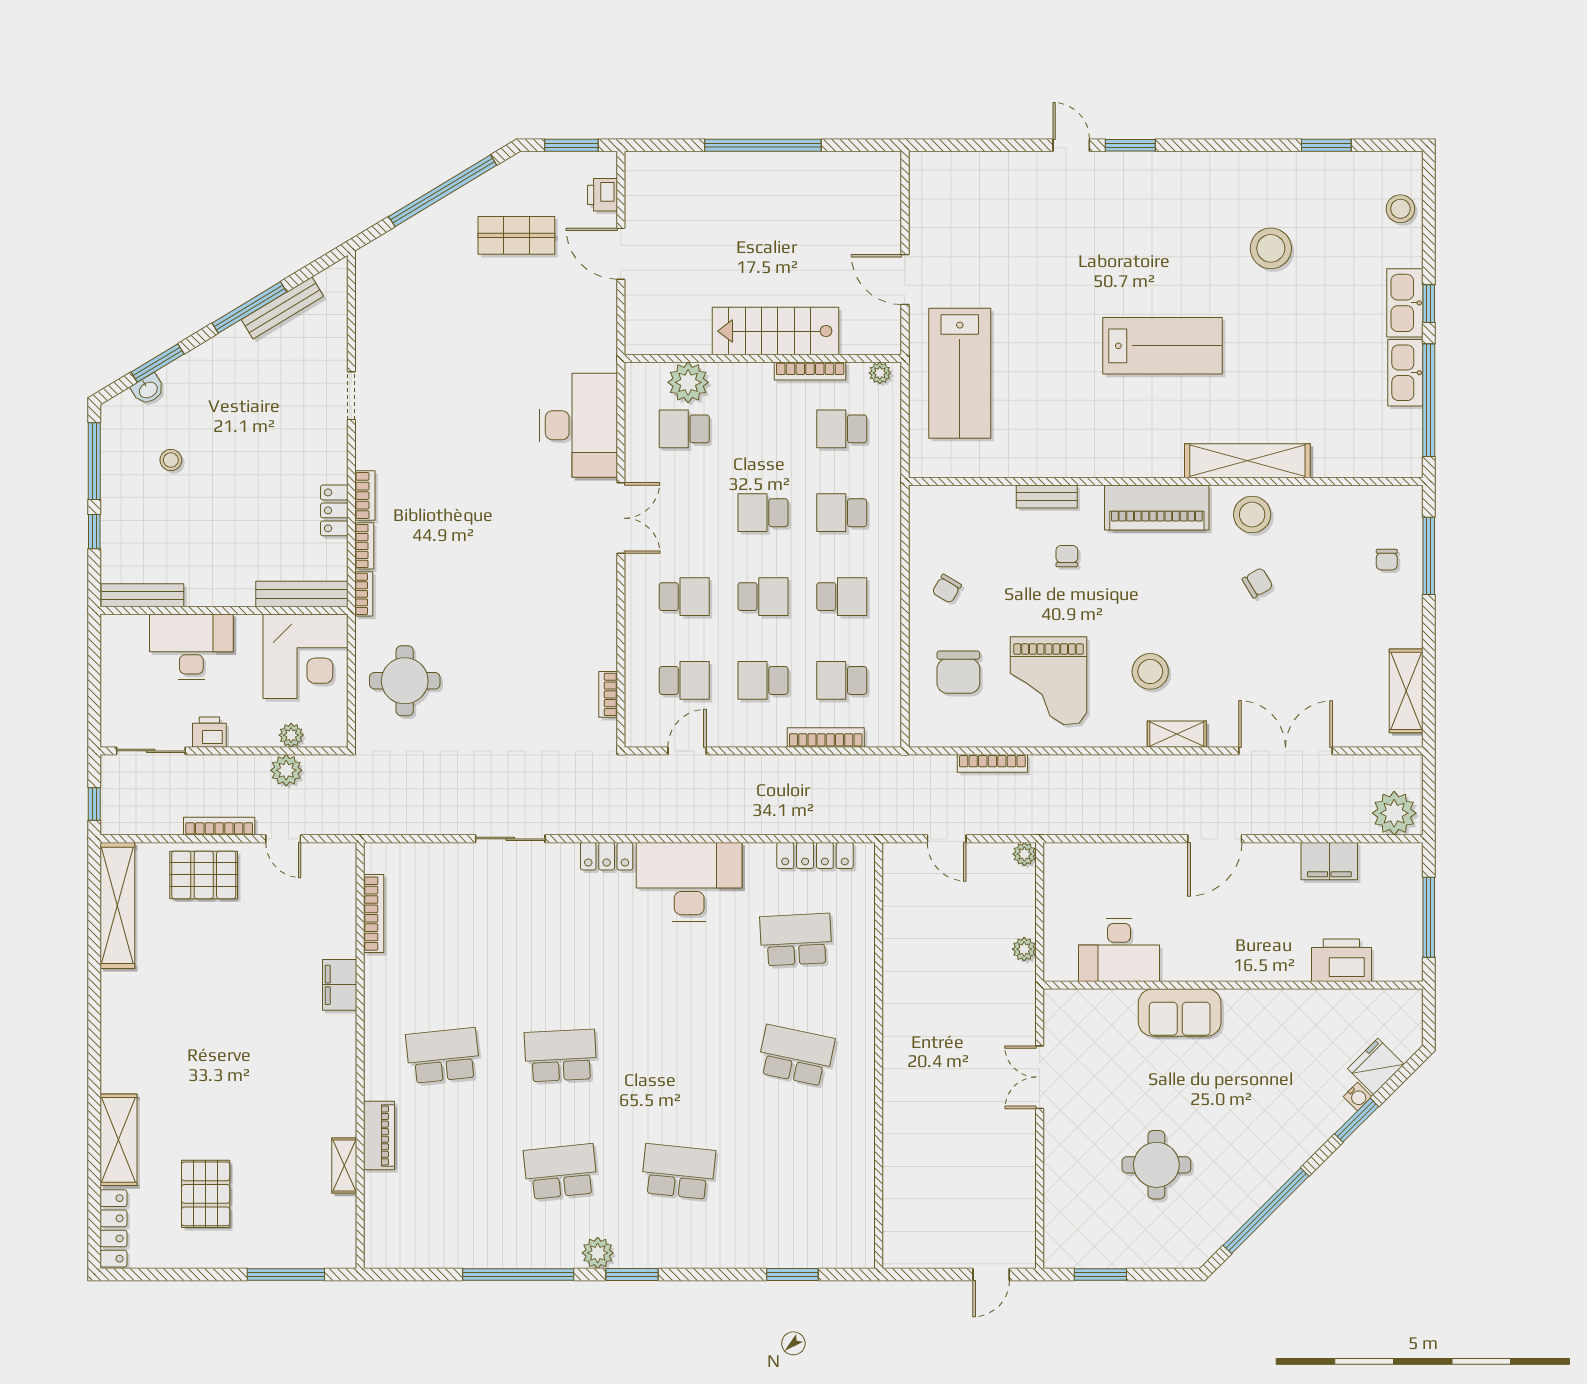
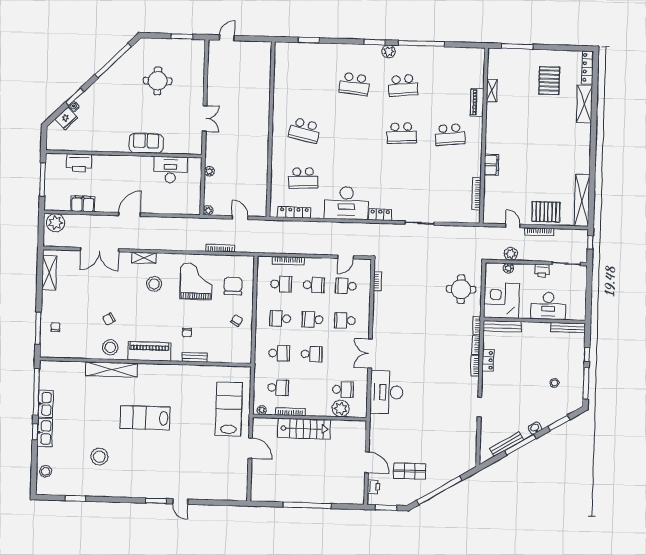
washbasin: (148, 389) -> (535, 428), moved

